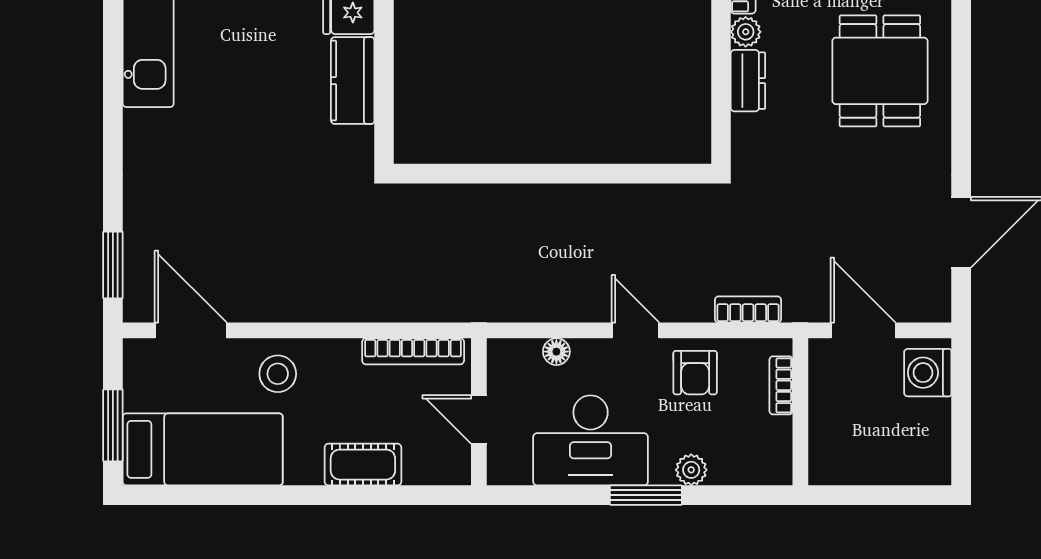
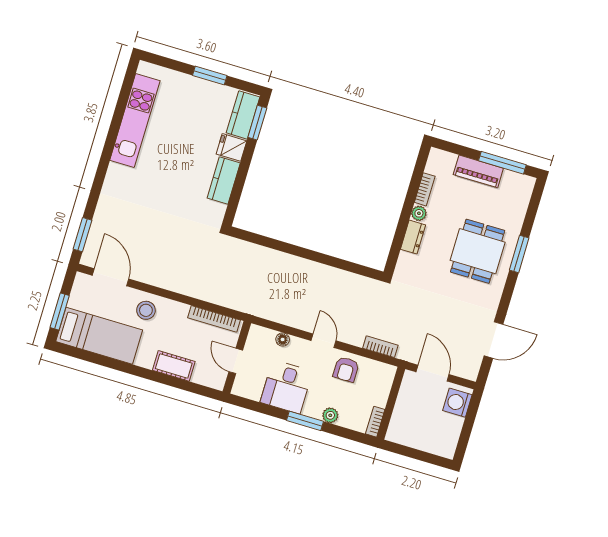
window: (961, 52) -> (519, 254), added
bookcase: (781, 385) -> (375, 422), moved
desk: (591, 440) -> (286, 387), width x0.73

